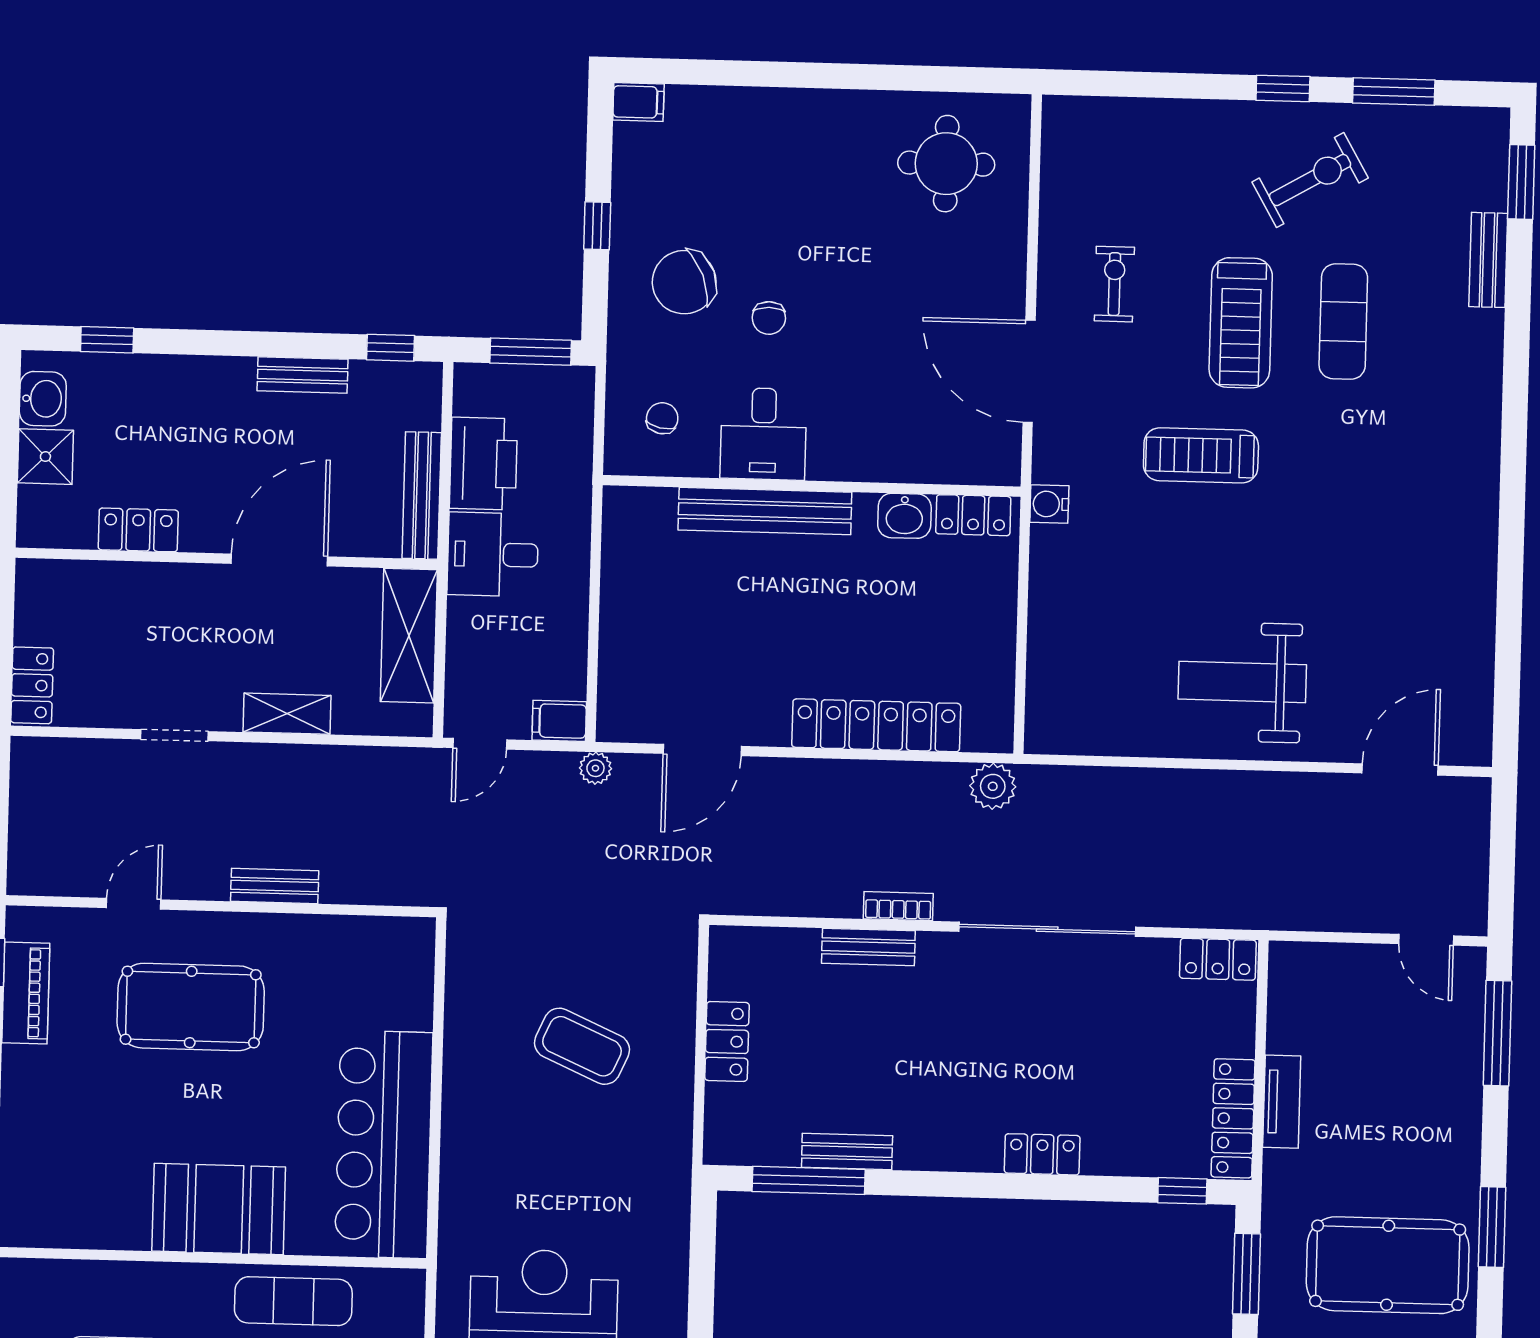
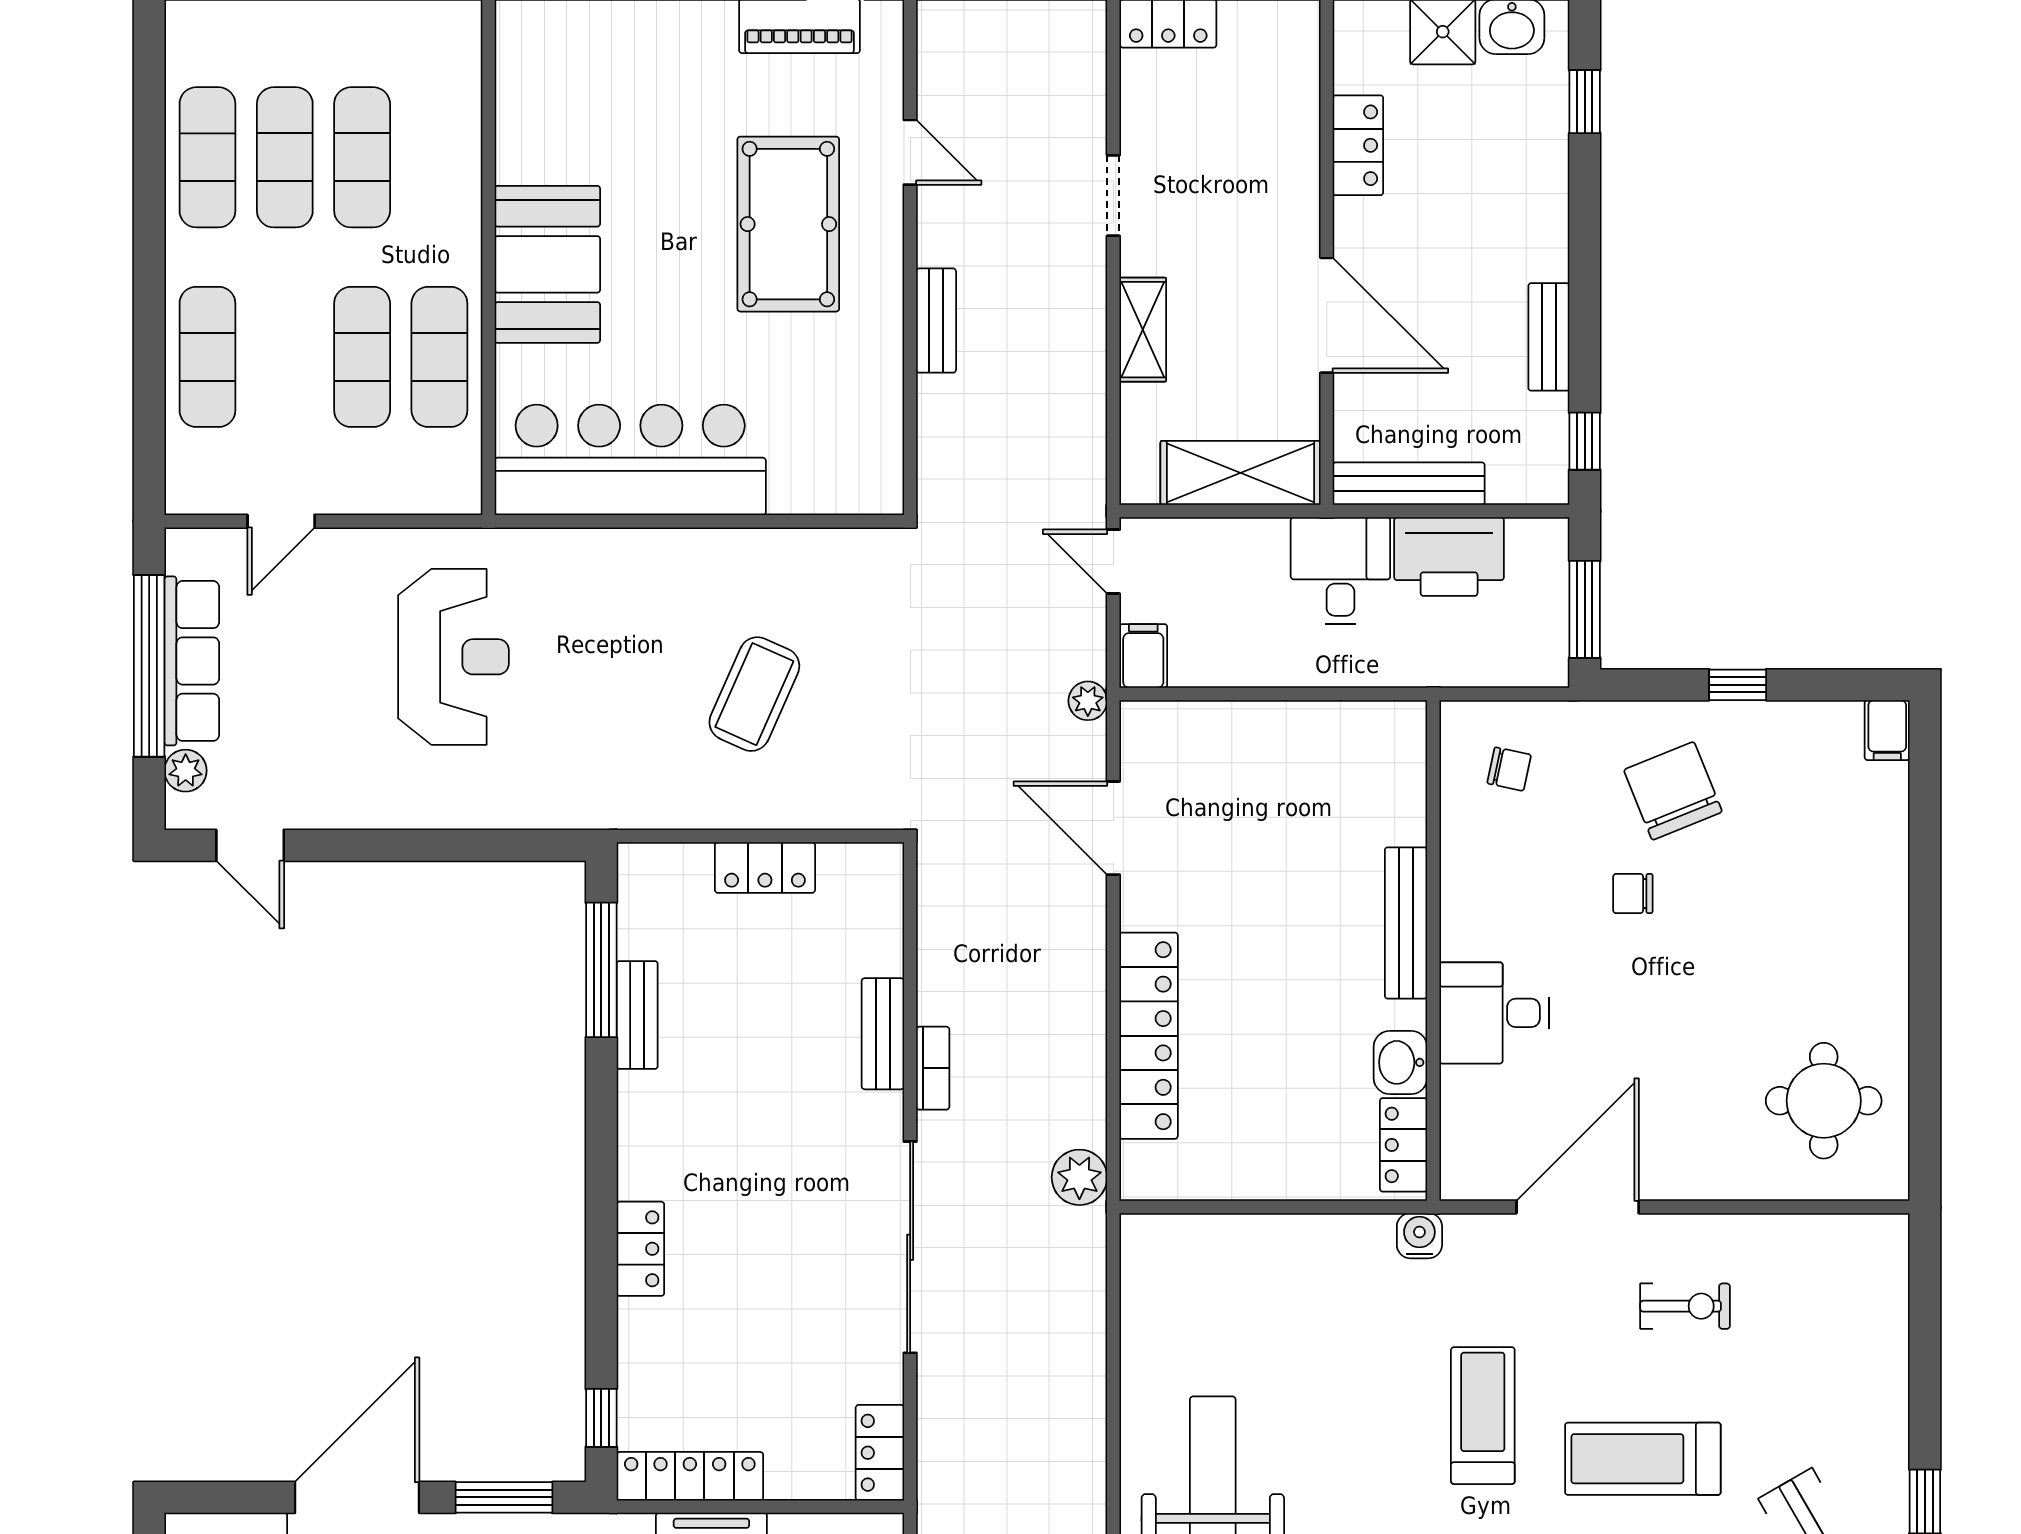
desk: (763, 434) -> (1494, 1013), moved
bench: (765, 511) -> (1406, 923), width x0.73, depth x0.82

